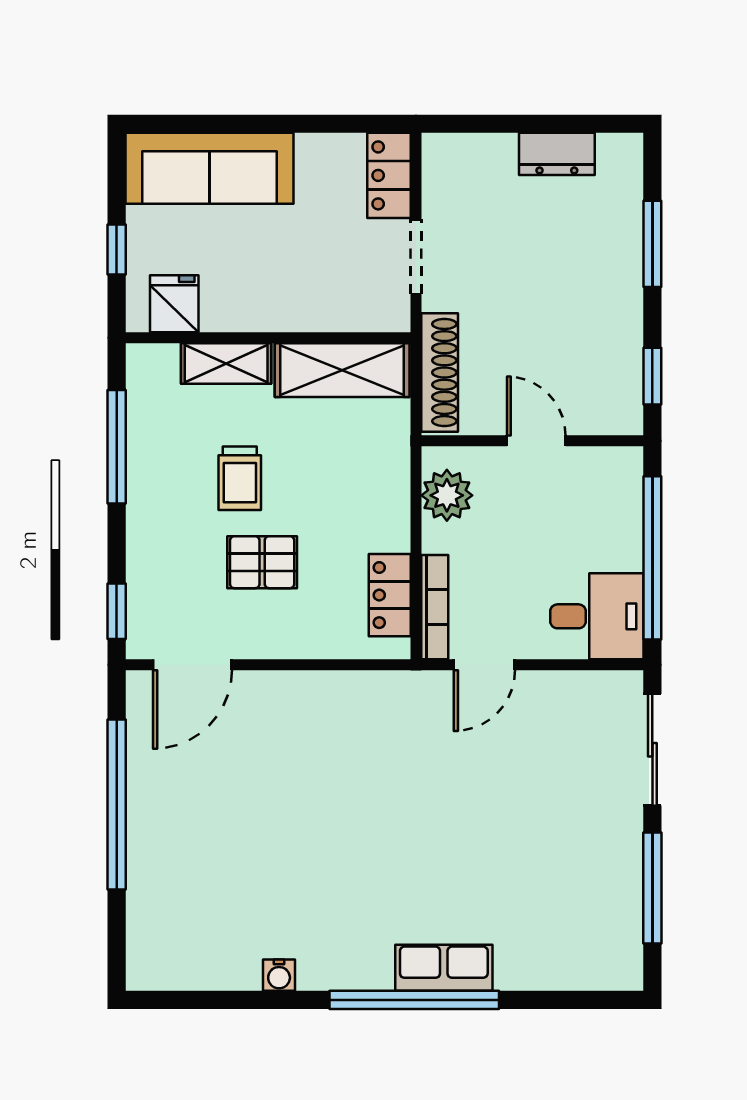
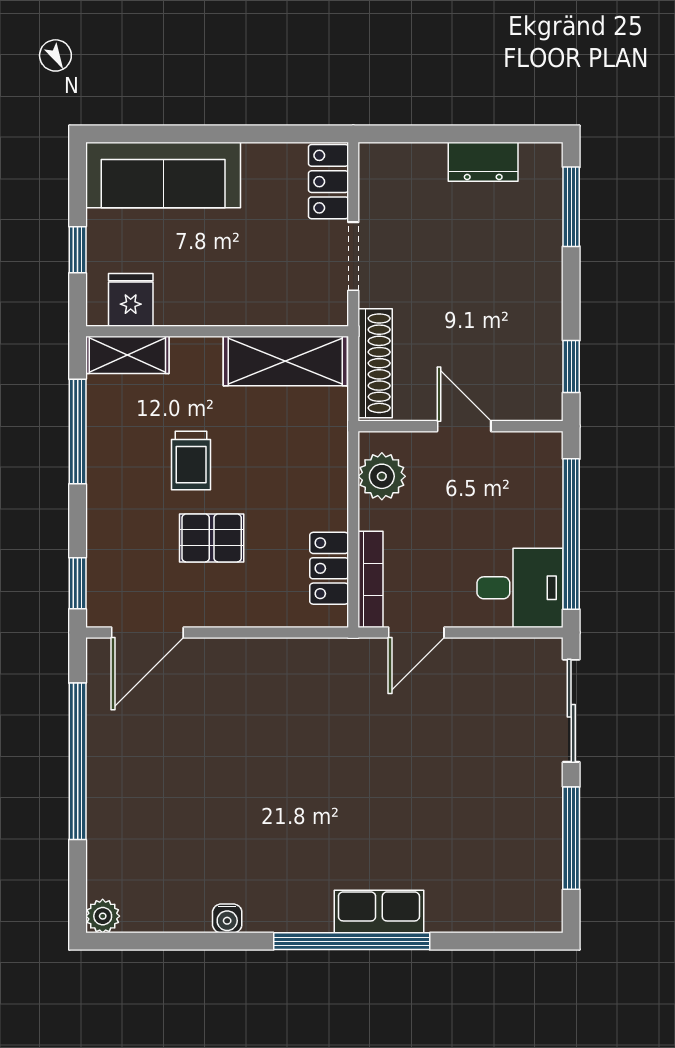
window: (652, 244) -> (571, 207), moved
shelving: (226, 363) -> (127, 355), moved
plant: (144, 973) -> (103, 916), added

